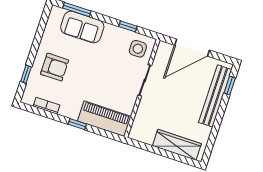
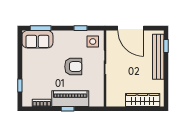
sofa: (82, 27) -> (37, 39), moved
door: (192, 48) -> (131, 28), hinge flipped
armchair: (55, 67) -> (73, 67), moved
piano: (104, 119) -> (70, 99), moved

